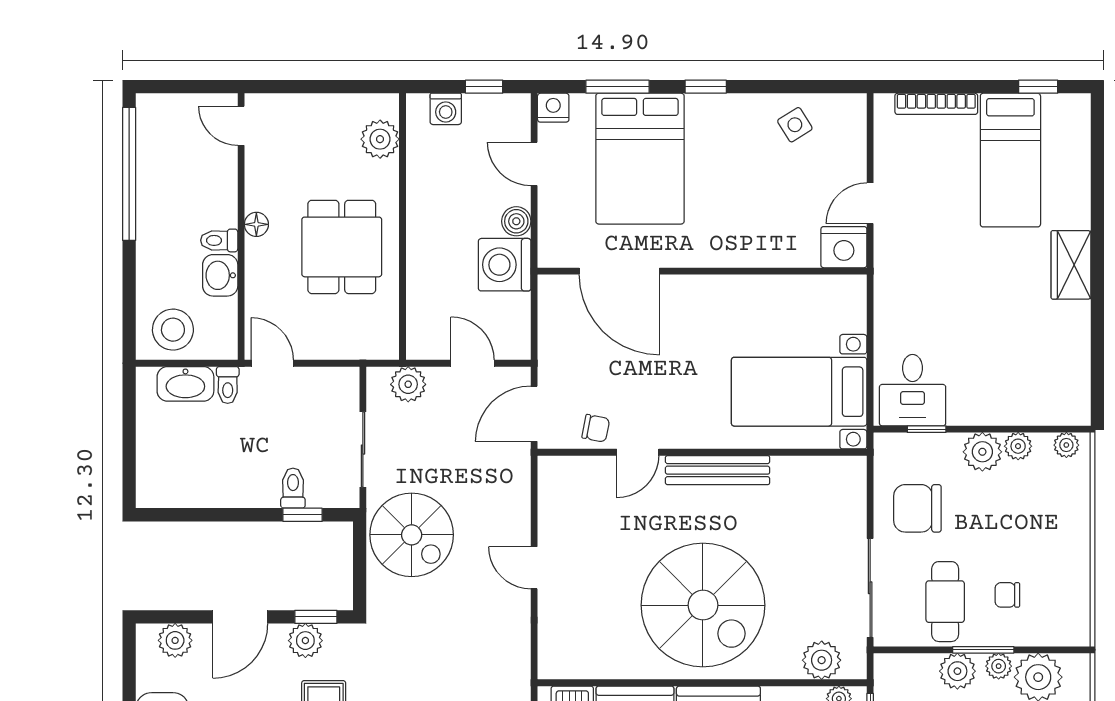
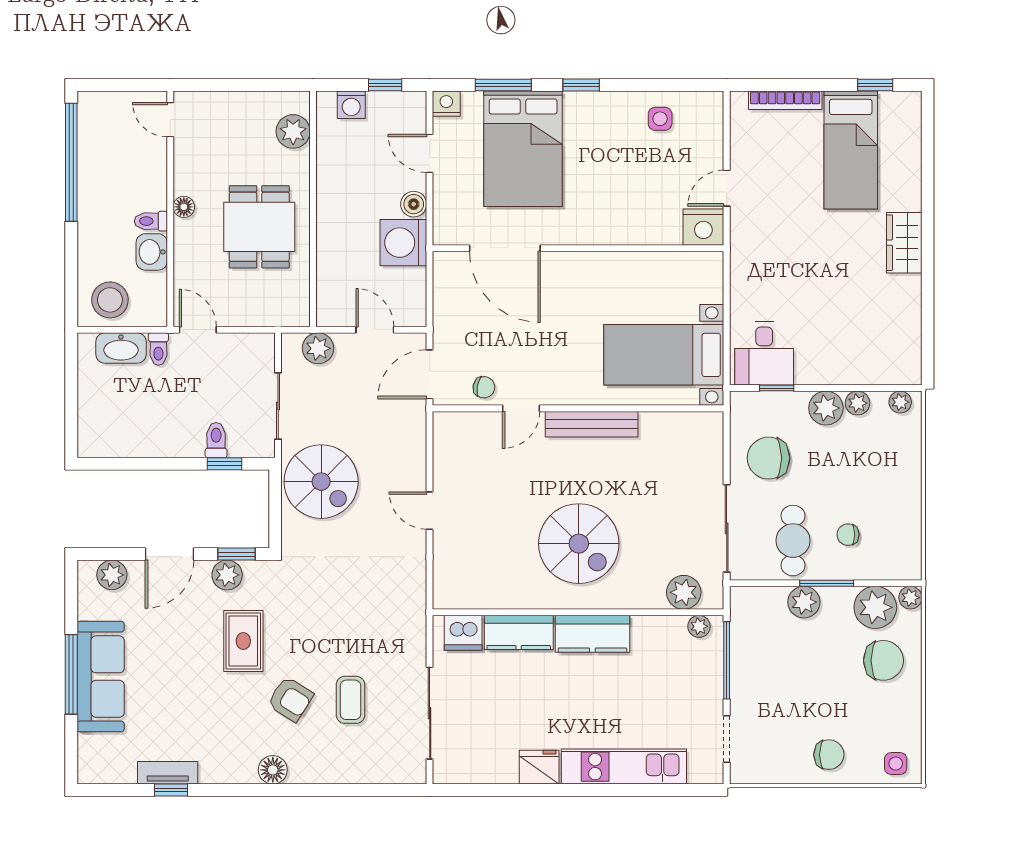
side table: (795, 125) -> (660, 119), turned 32
spiral stairs: (703, 605) -> (579, 544), width x0.73, depth x0.73
plant: (999, 666) -> (910, 598), moved

